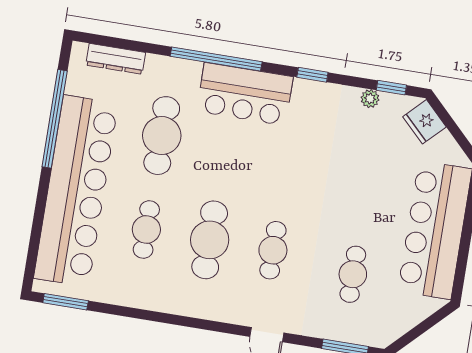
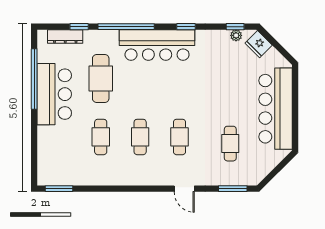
window: (141, 47) -> (79, 27), added
bar counter: (245, 94) -> (157, 45), width x1.36
plant: (370, 99) -> (236, 35), moved
bar counter: (76, 191) -> (54, 94), width x0.54
cafe table: (210, 240) -> (140, 137), width x0.73, depth x0.74

